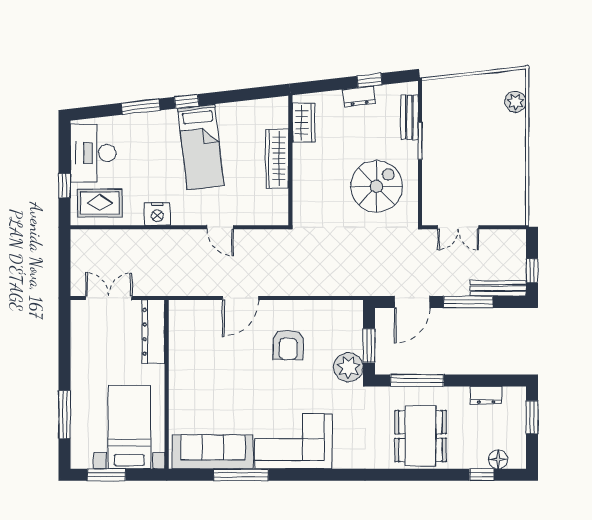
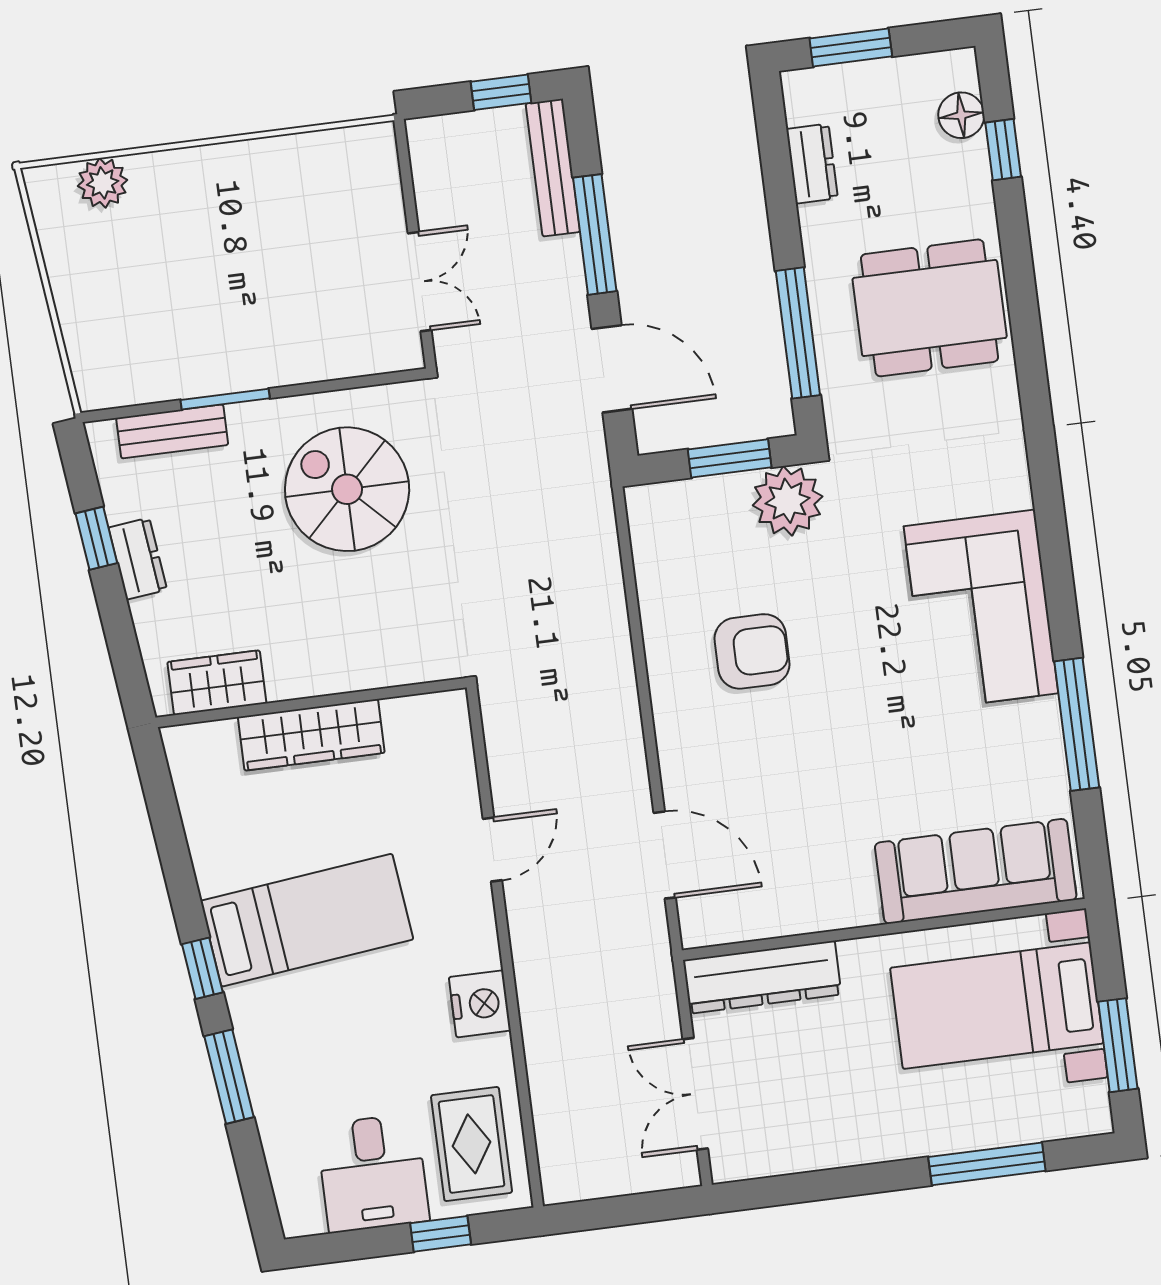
desk: (93, 153) -> (373, 1173), width x0.73
door: (241, 298) -> (665, 855), moved
sofa: (213, 452) -> (976, 871), moved, turned 90

